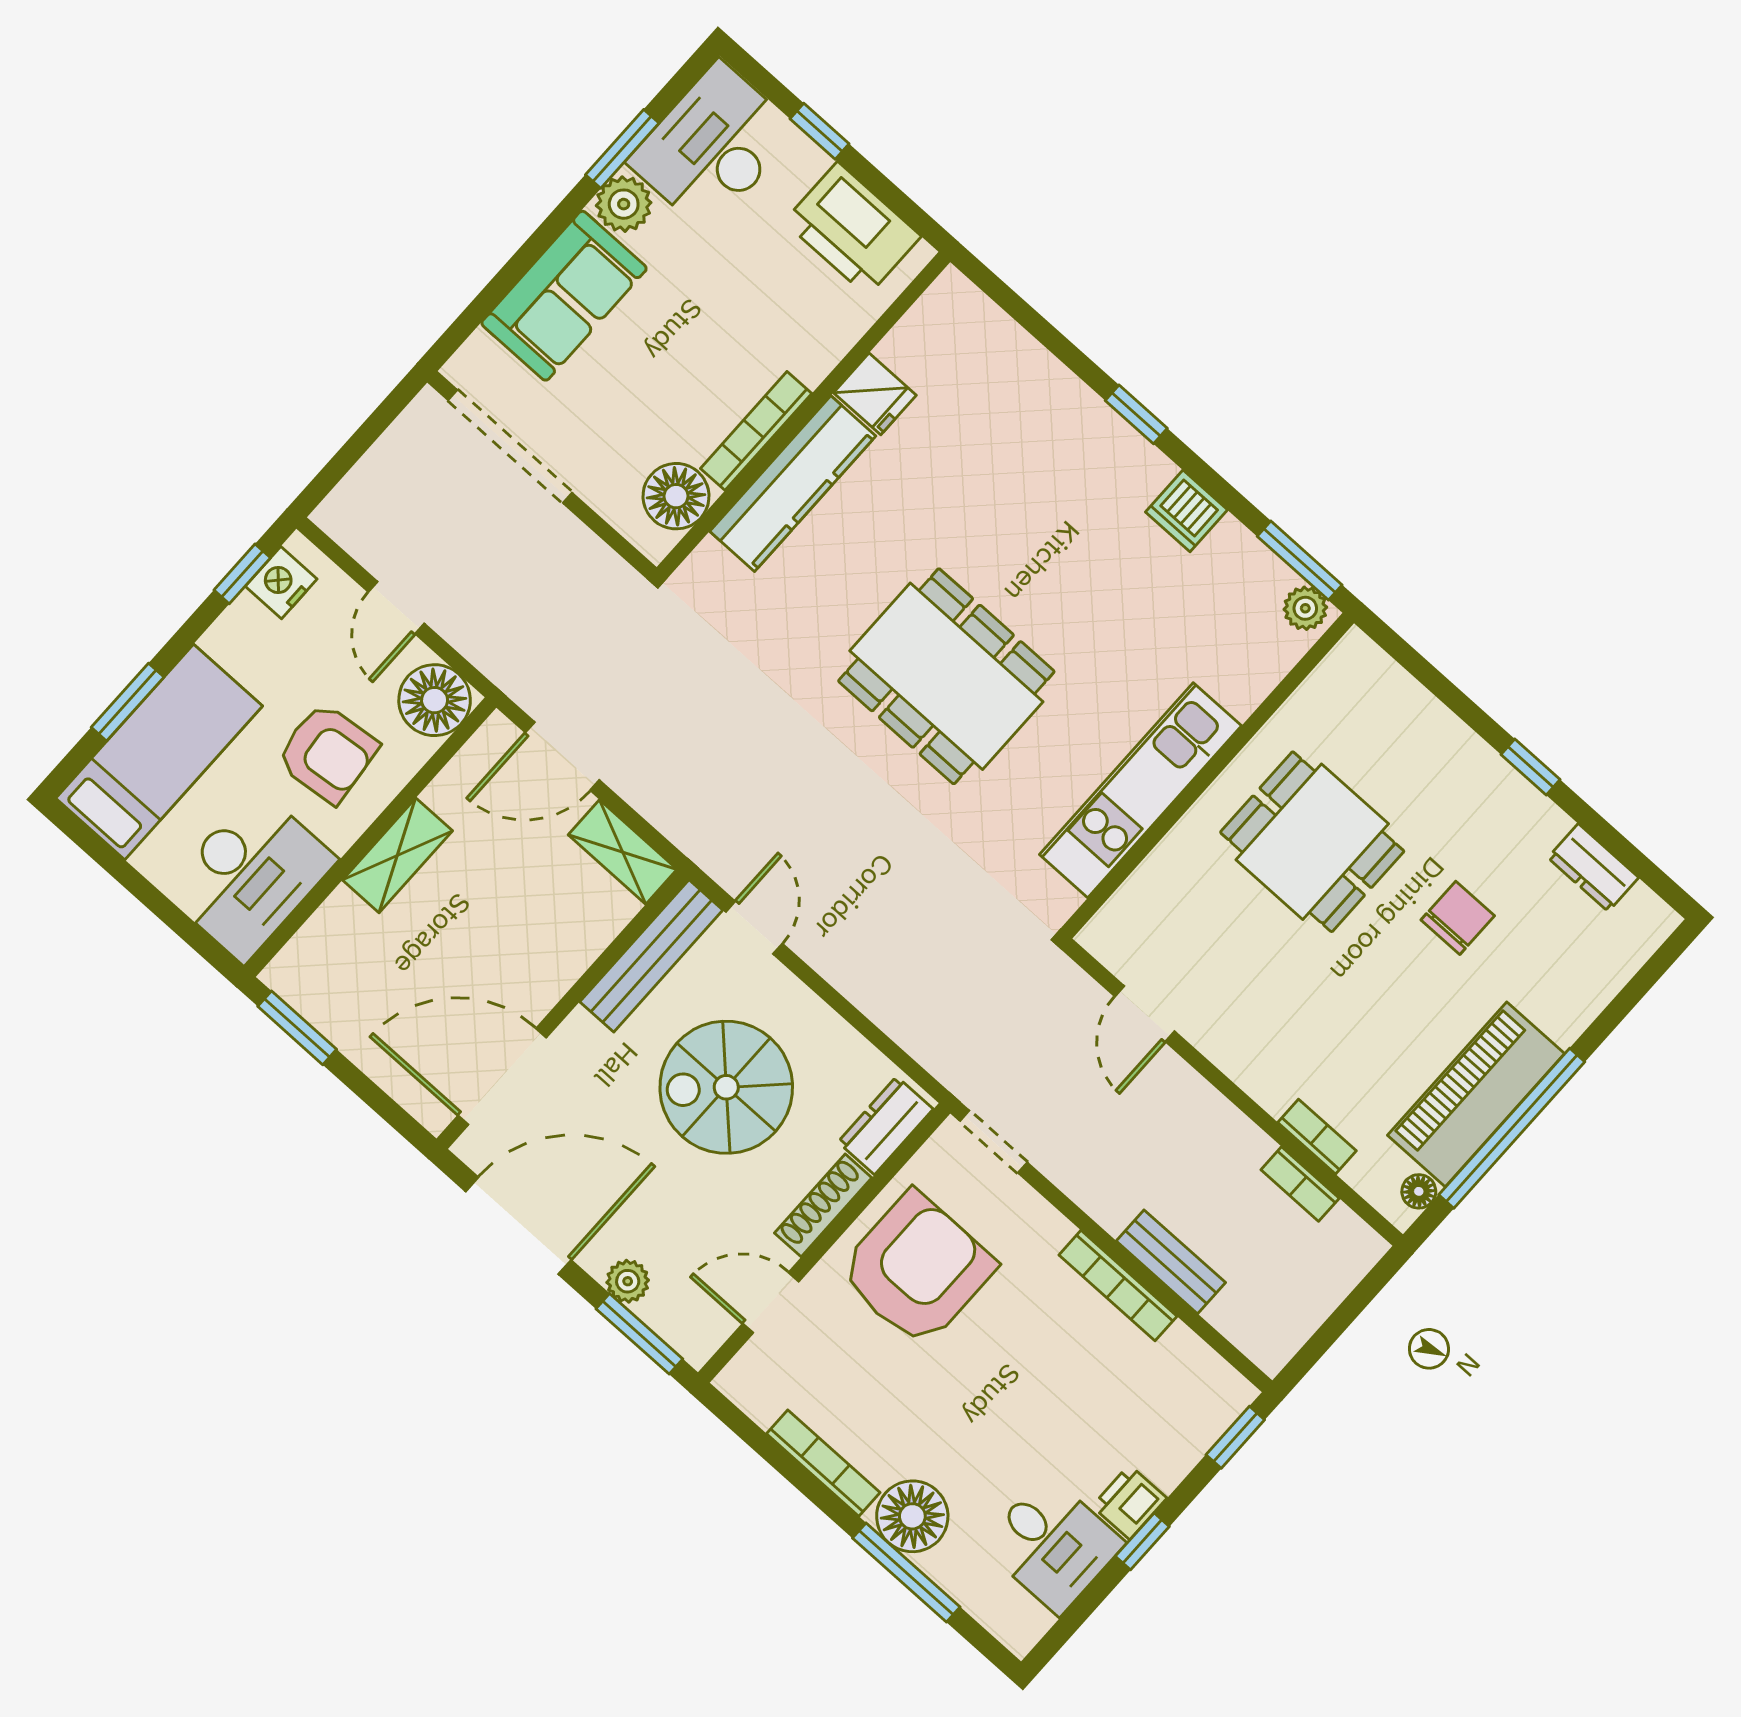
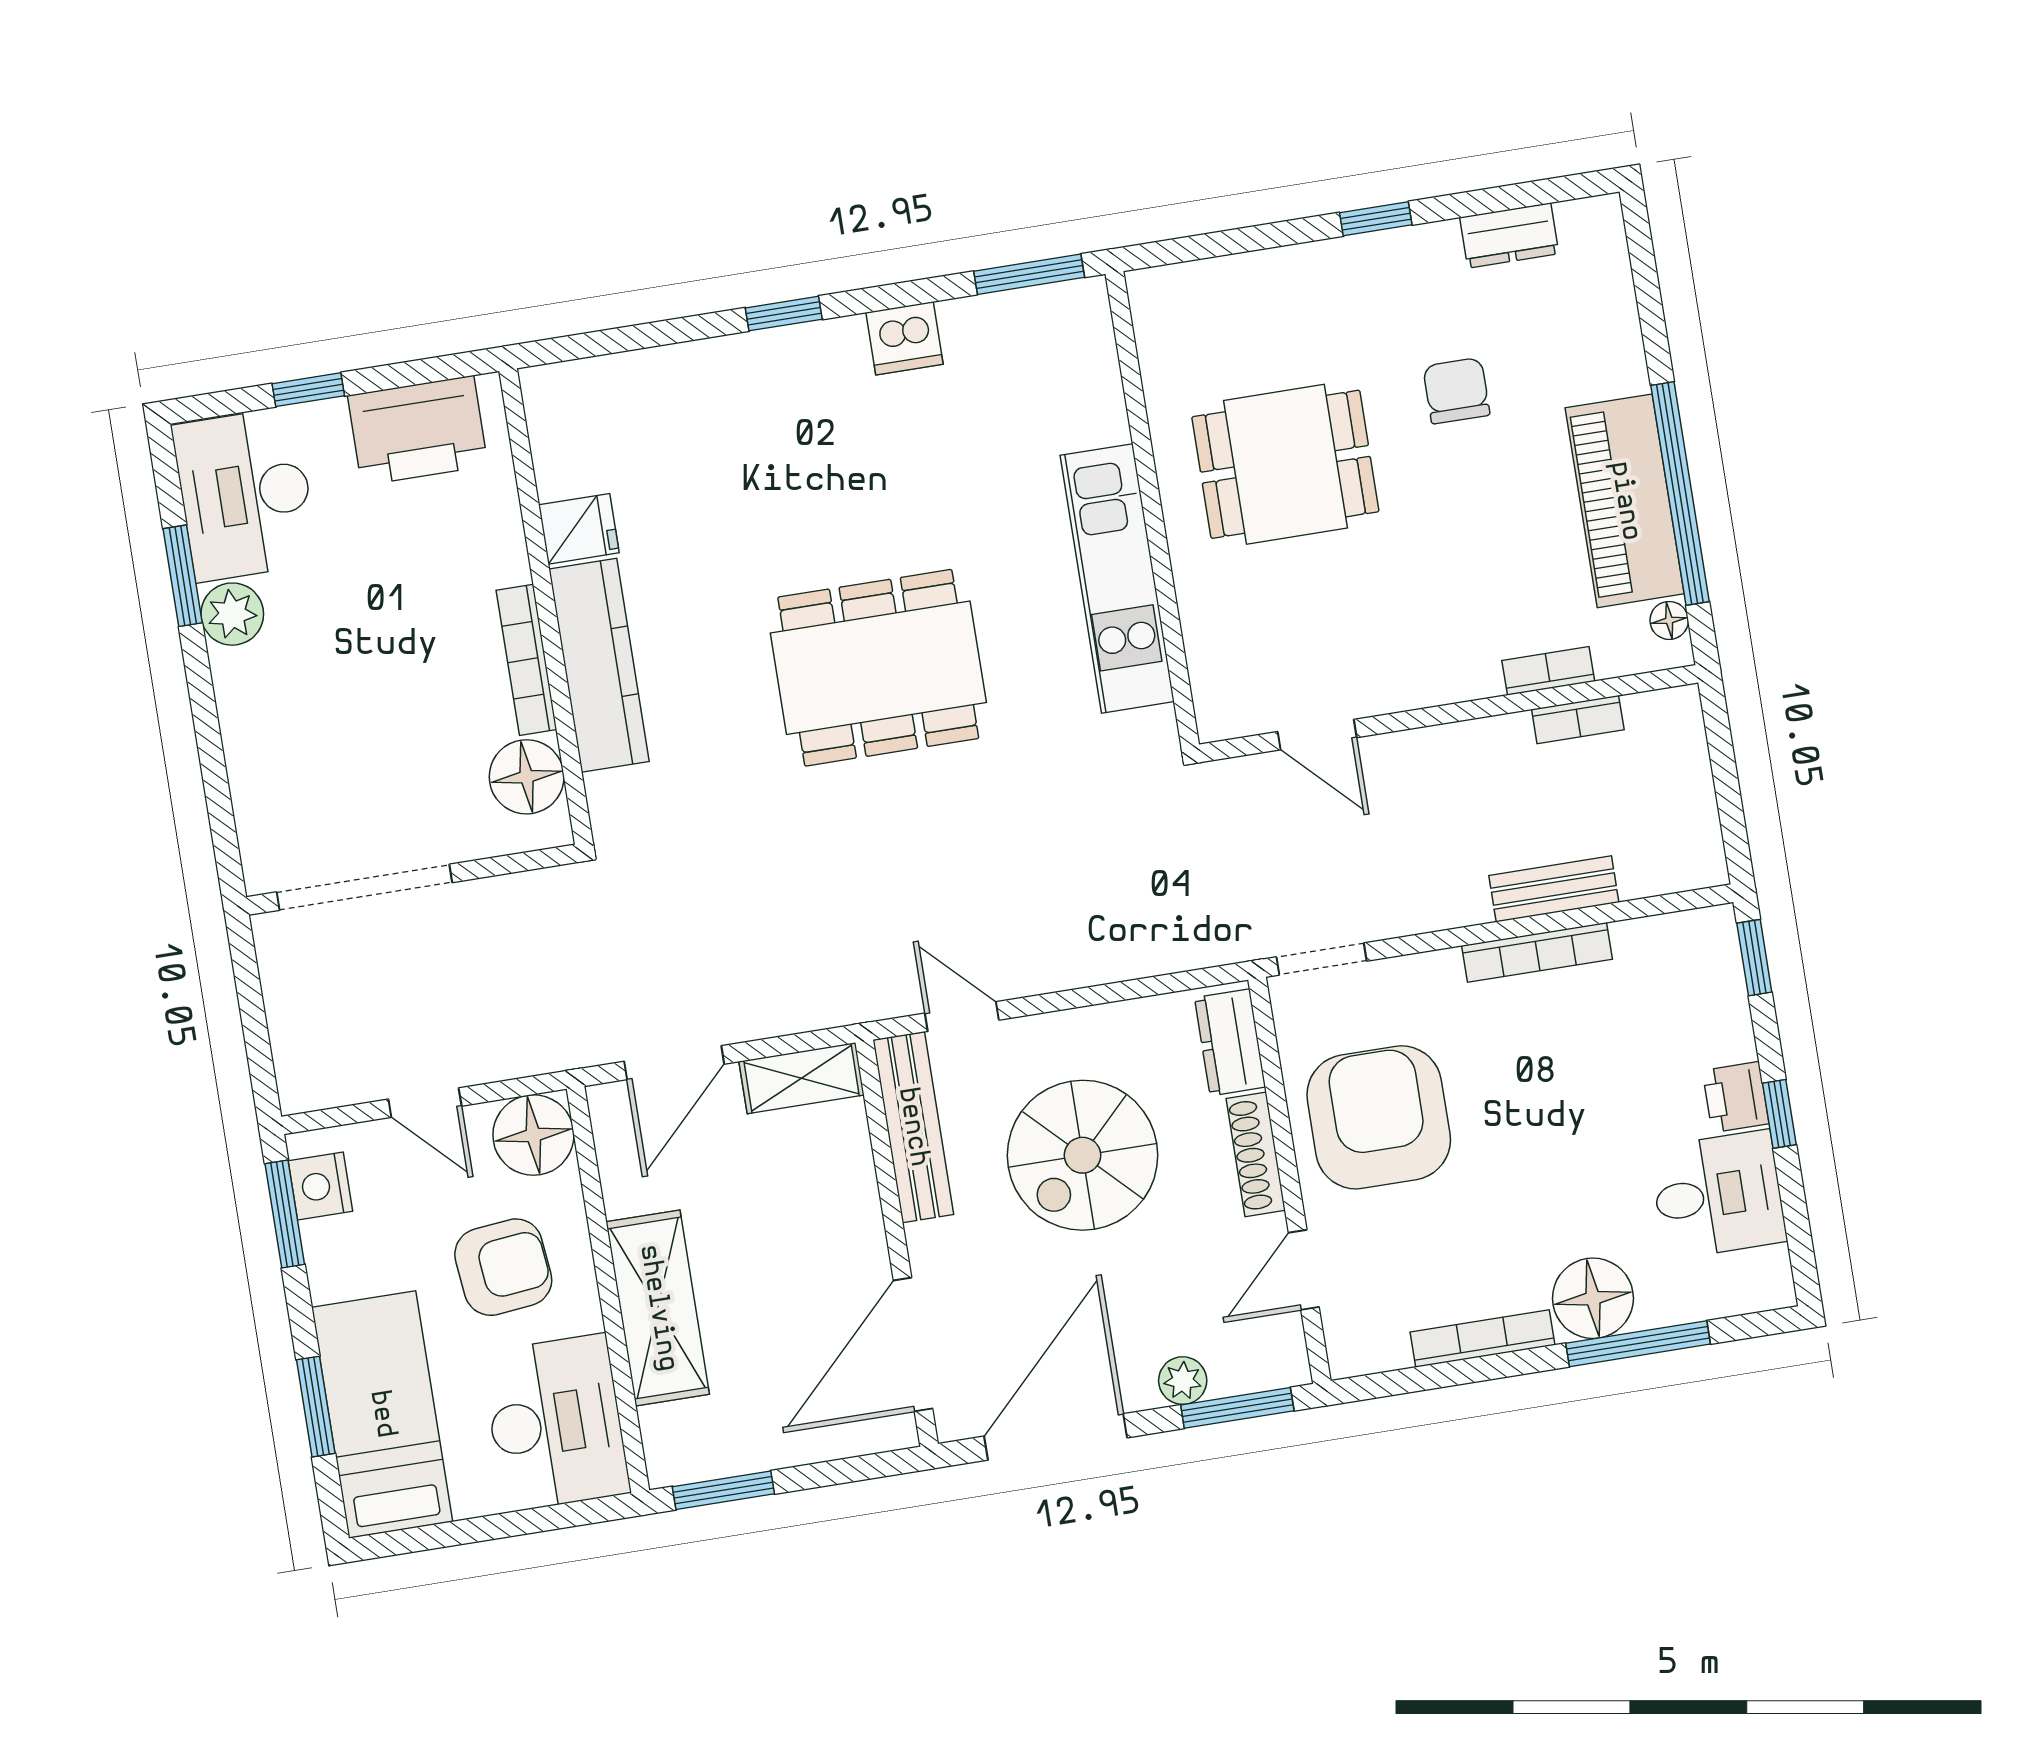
sofa: (564, 296) -> (270, 732), removed
window: (242, 574) -> (285, 1214), width x1.50
plant: (1305, 608) -> (1075, 303), removed
shelving: (397, 855) -> (658, 1308), width x1.50, depth x1.33

